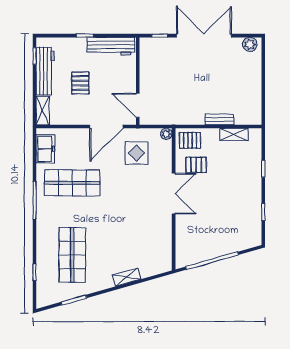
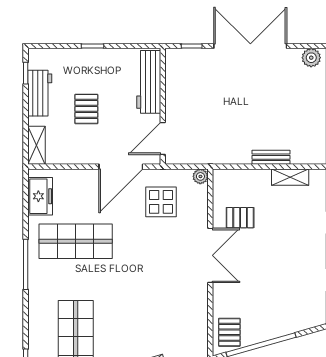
workbench: (111, 46) -> (149, 82), moved, turned 90
workbench: (45, 71) -> (40, 93), width x0.73
door: (138, 105) -> (163, 138), hinge flipped
pallet: (190, 140) -> (229, 332), moved, turned 90

